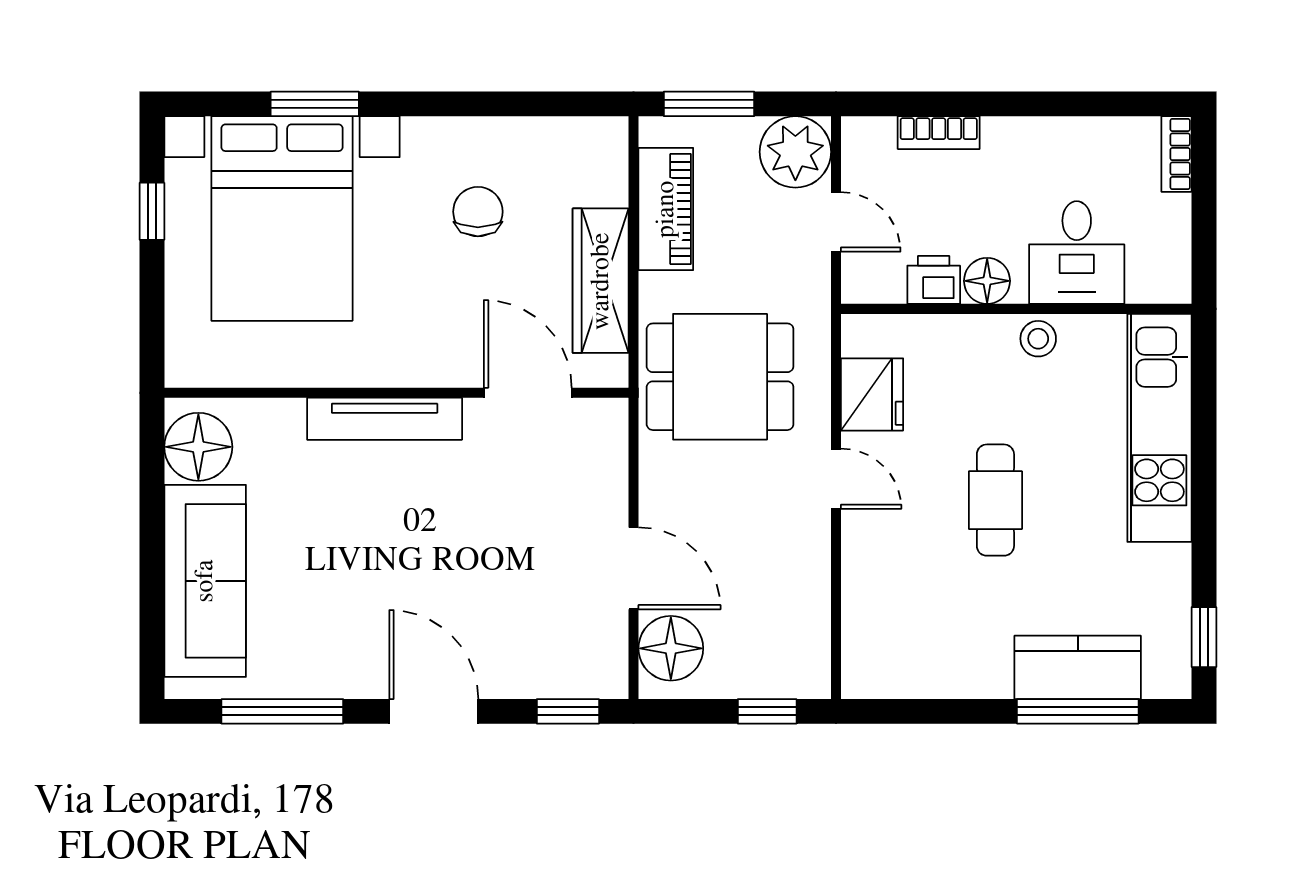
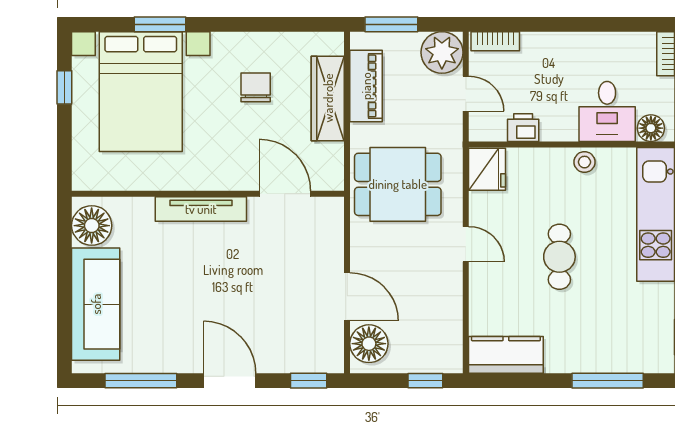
bookcase: (939, 133) -> (495, 41), moved
wardrobe: (601, 281) -> (328, 98), moved
floor lamp: (987, 281) -> (651, 128), moved
fridge: (872, 394) -> (487, 169), moved
kitchen counter: (1078, 667) -> (506, 355), moved

